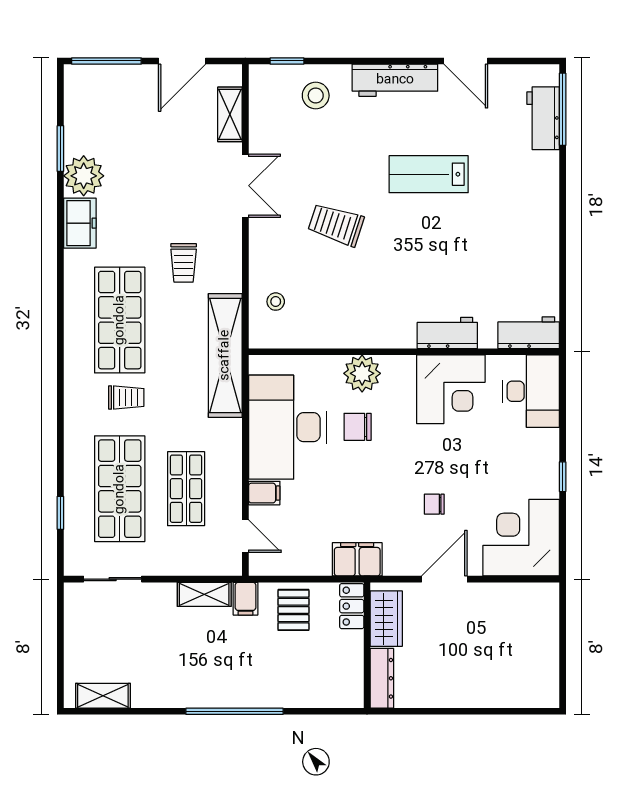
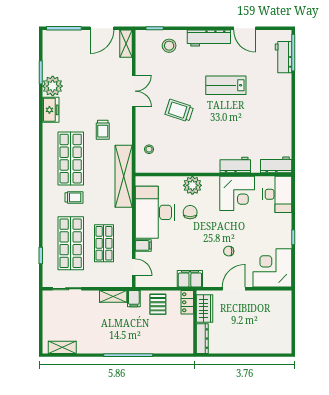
shelving: (230, 114) -> (126, 44), moved
chair: (358, 427) -> (190, 212), turned 90

